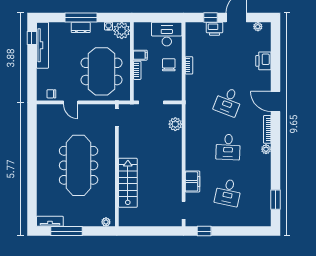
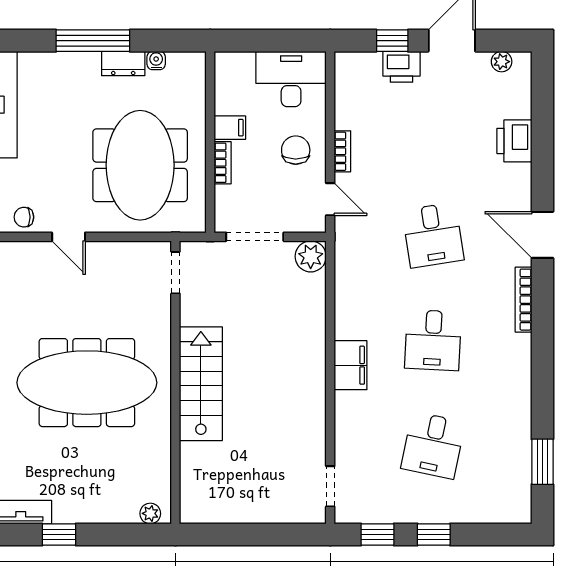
dresser: (81, 27) -> (123, 64), moved
plant: (122, 31) -> (187, 71), removed
door: (184, 86) -> (330, 199), added
desk: (228, 102) -> (433, 235), turned -30
plant: (175, 124) -> (311, 256), moved
plant: (266, 149) -> (521, 345), removed
meeting table: (79, 165) -> (87, 383), turned 90
filing cabinet: (193, 181) -> (351, 365), moved
stairs: (128, 183) -> (201, 384), moved
window: (66, 231) -> (59, 534), width x0.46
window: (228, 231) -> (434, 534), added

